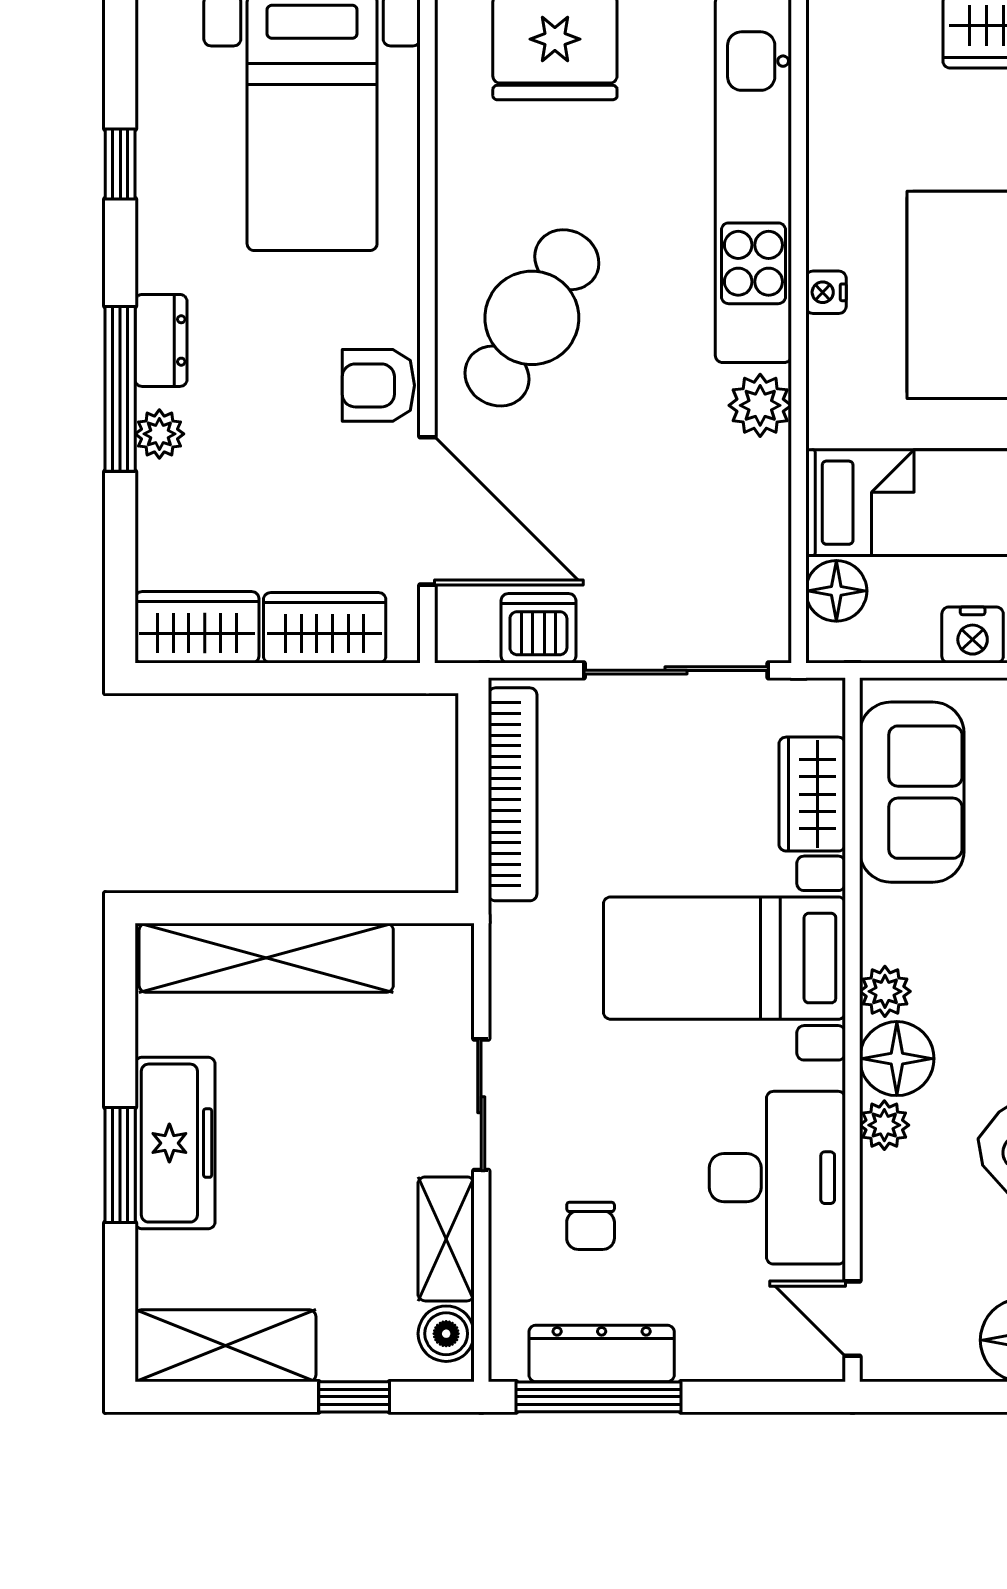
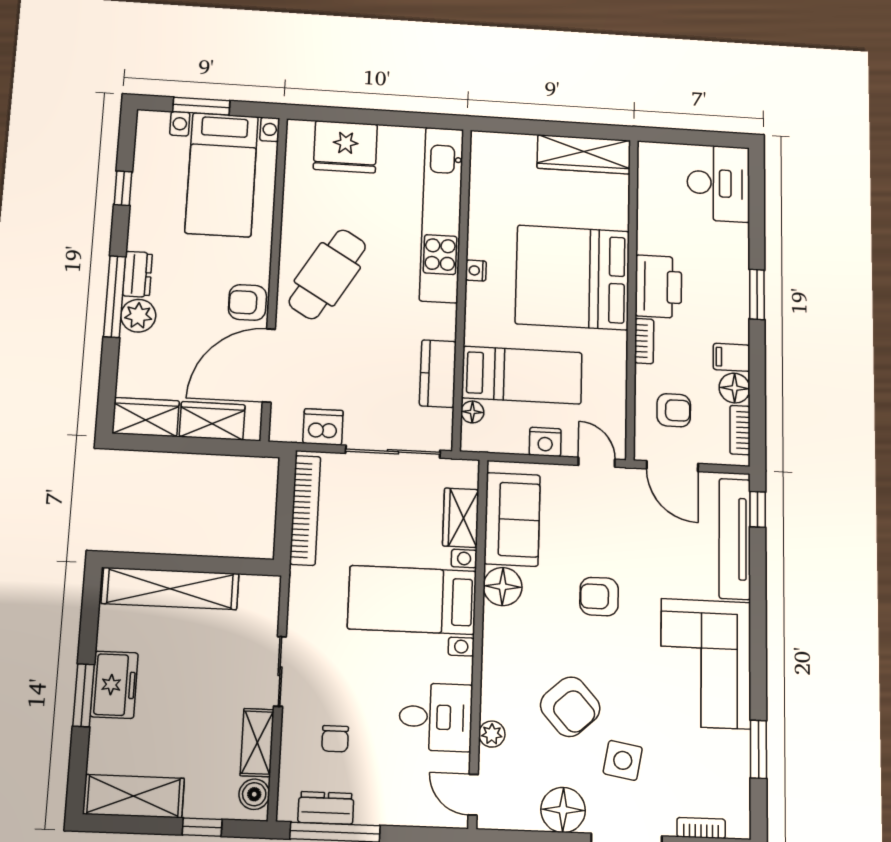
plant: (760, 405) -> (441, 323), removed
plant: (159, 434) -> (138, 316), width x1.38, depth x1.38
kitchen counter: (758, 509) -> (438, 374), added
door: (427, 511) -> (269, 365), swing flipped
floor lamp: (836, 591) -> (472, 412), width x0.73, depth x0.73
plant: (885, 991) -> (495, 621), removed
floor lamp: (897, 1059) -> (503, 587), moved
plant: (884, 1125) -> (492, 734), moved
freezer: (175, 1143) -> (114, 685), width x0.71
desk: (777, 1178) -> (436, 717), width x0.73
dresser: (602, 1353) -> (326, 808), width x0.70

